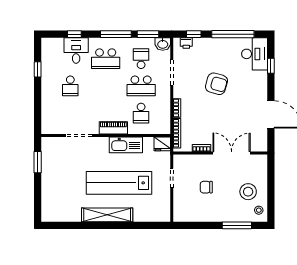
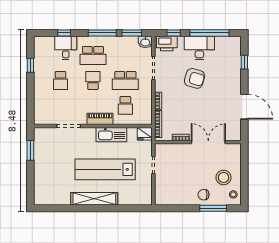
printer: (186, 43) -> (167, 44), width x1.87, depth x1.48
desk: (254, 54) -> (199, 48), moved, turned -90
school desk: (141, 59) -> (93, 80), moved
chair: (206, 187) -> (204, 195), moved

